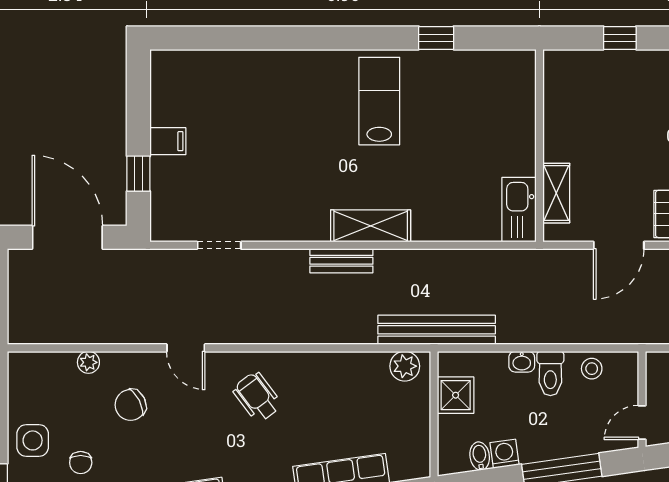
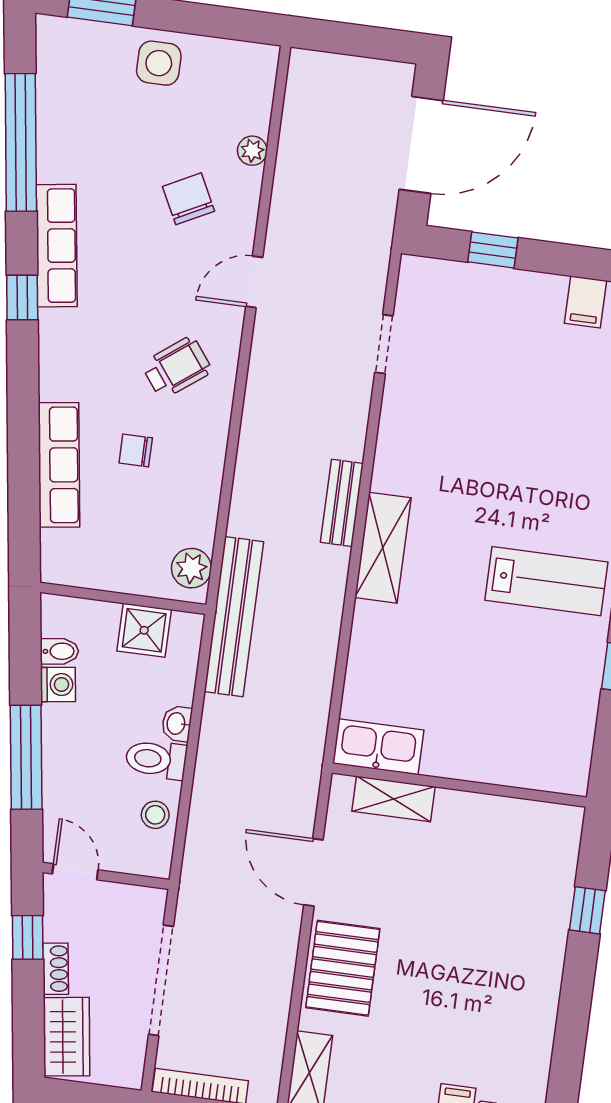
filing cabinet: (168, 141) -> (586, 302), moved
chair: (81, 463) -> (136, 450), moved

